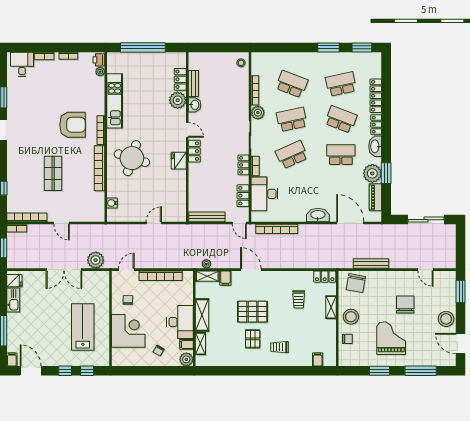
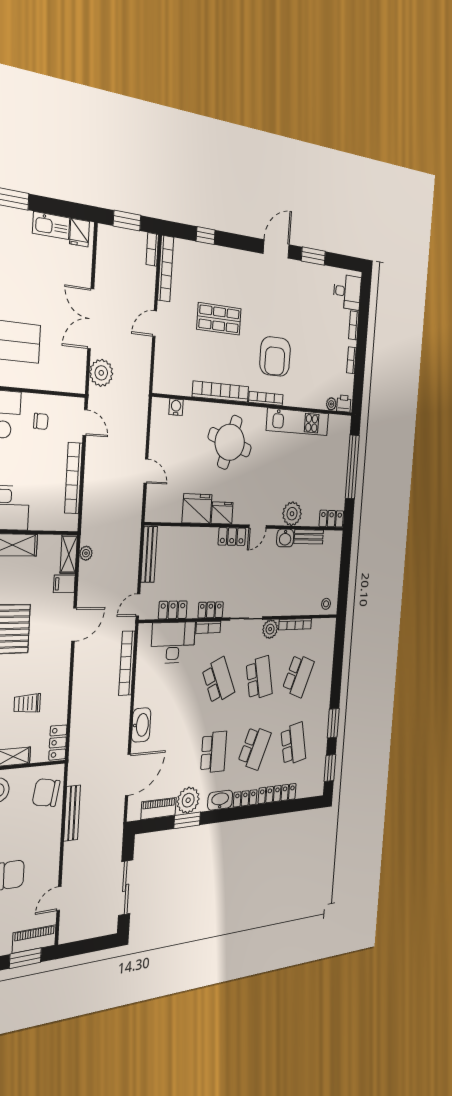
locker: (180, 79) -> (331, 519), moved
fridge: (176, 181) -> (197, 509), added
piano: (449, 286) -> (34, 939), added

